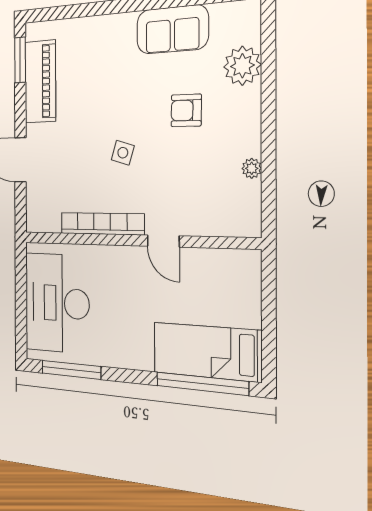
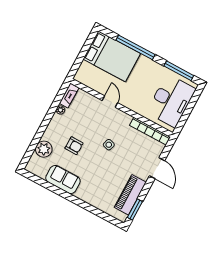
fireplace: (250, 209) -> (69, 95), added
bookcase: (102, 224) -> (150, 131), moved
bed: (207, 352) -> (112, 56), width x1.50
window: (202, 384) -> (136, 47), moved

